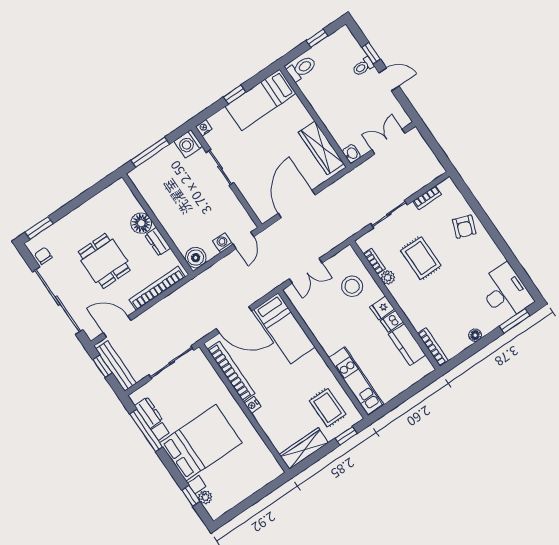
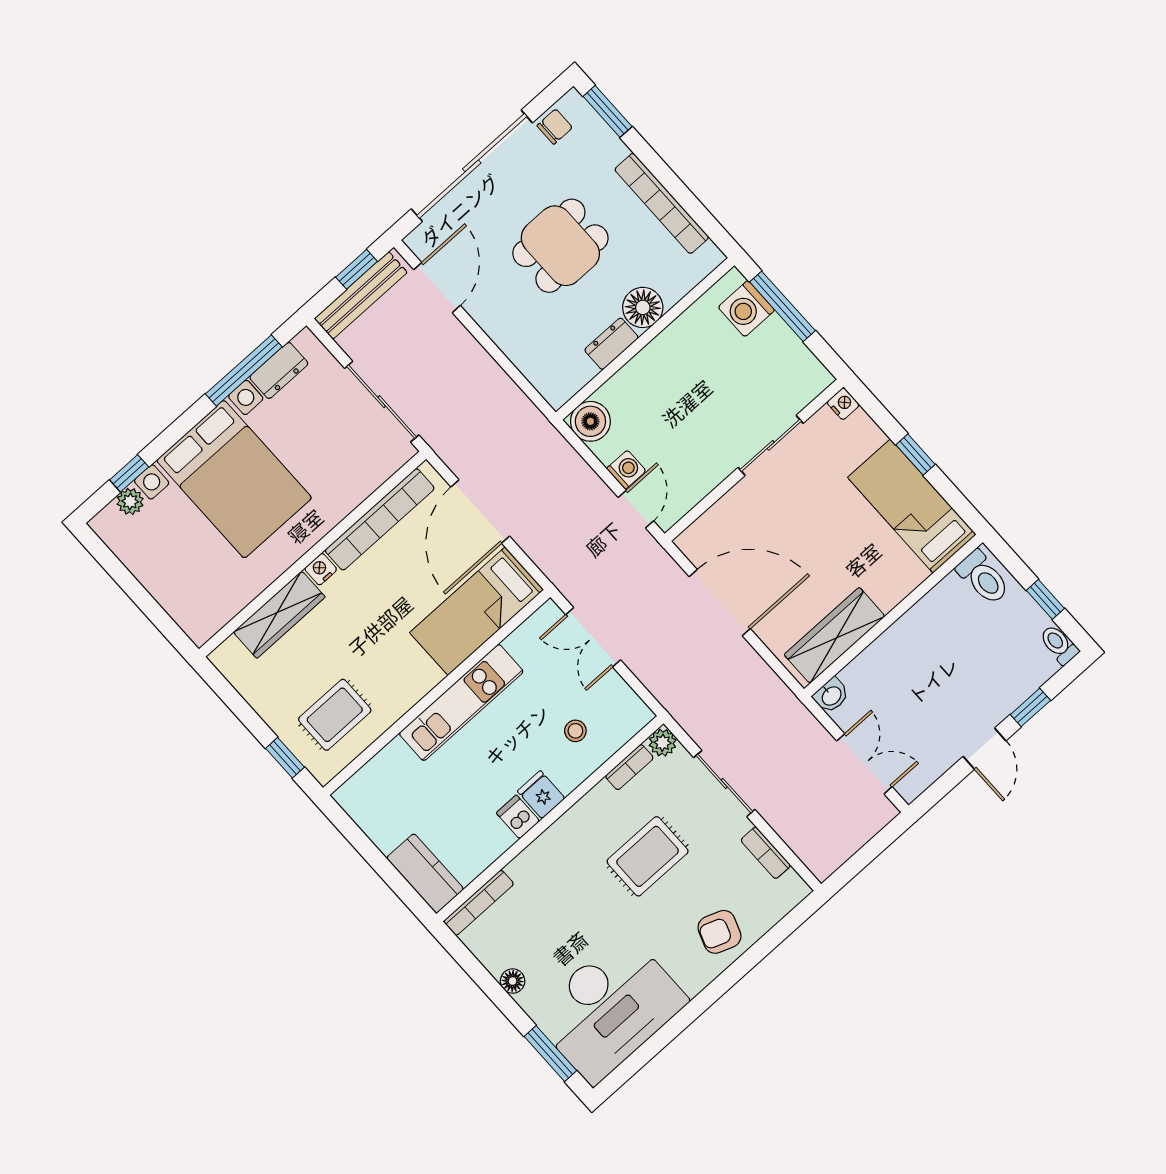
toilet: (363, 67) -> (1059, 645), moved
washing machine: (188, 144) -> (746, 309), moved, turned -90
door: (243, 240) -> (636, 509), swing flipped
plant: (388, 278) -> (663, 743), moved
stool: (352, 286) -> (575, 731), width x0.53, depth x0.53
bookcase: (157, 288) -> (662, 203), moved, turned 180
desk: (505, 292) -> (609, 1008), width x1.36, depth x1.30
kitchen counter: (407, 345) -> (425, 873), moved, turned 90
kitchen unit: (356, 381) -> (461, 703), moved
wardrobe: (304, 449) -> (279, 615), moved, turned 90

